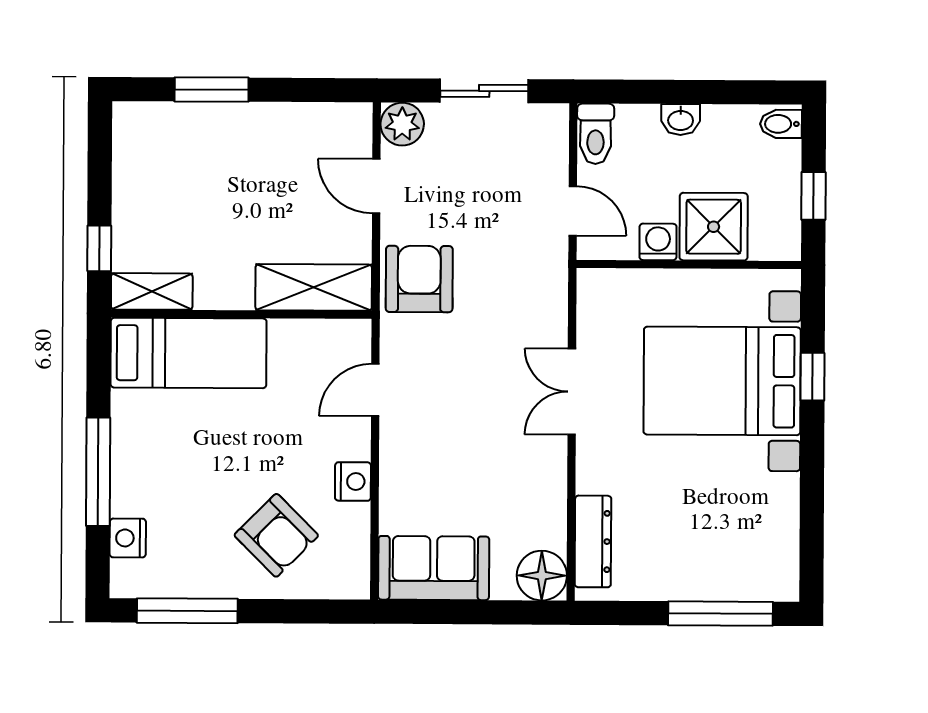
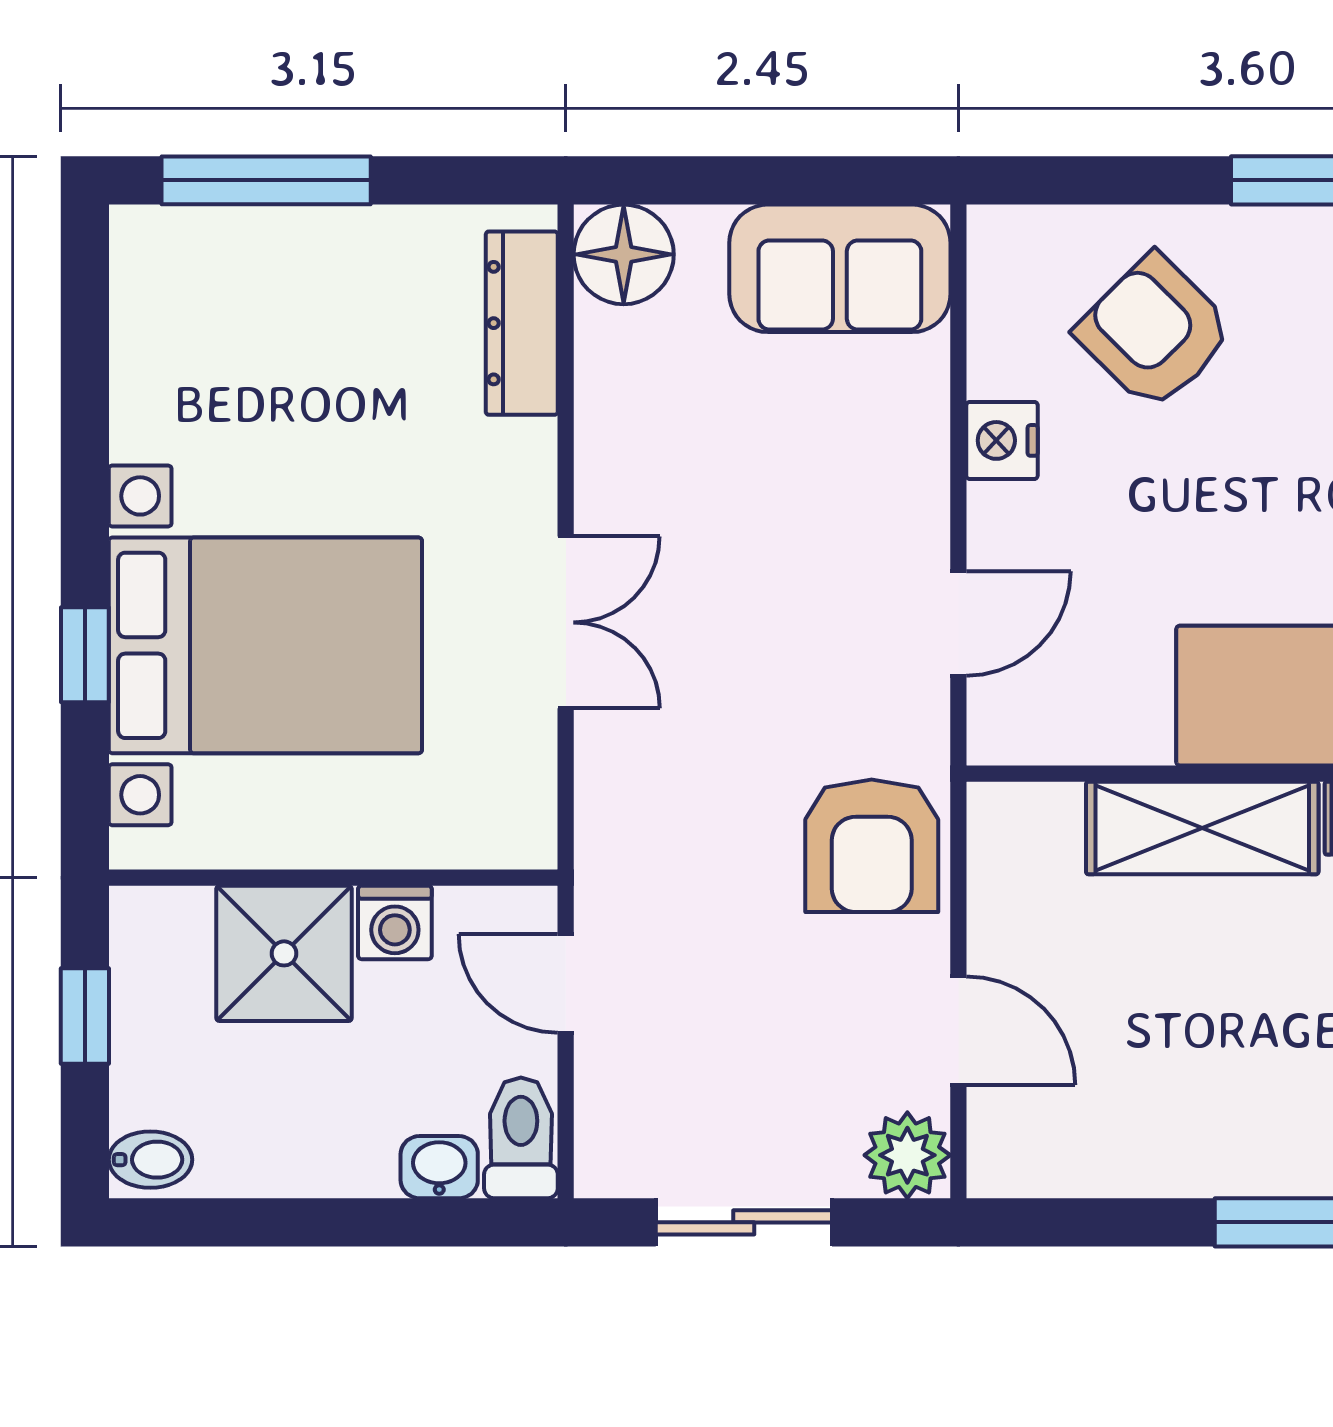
washbasin: (681, 120) -> (439, 1167), moved
shelving: (314, 287) -> (1202, 828), moved

